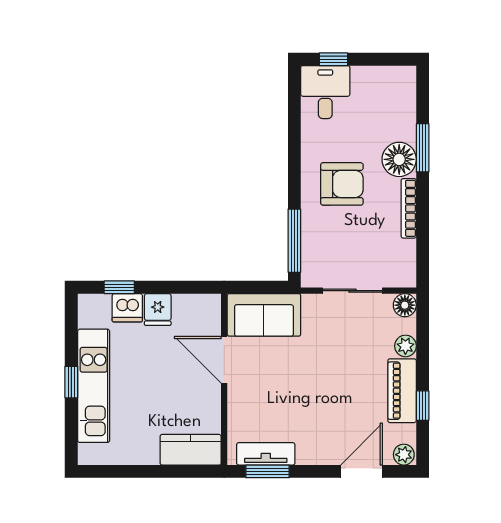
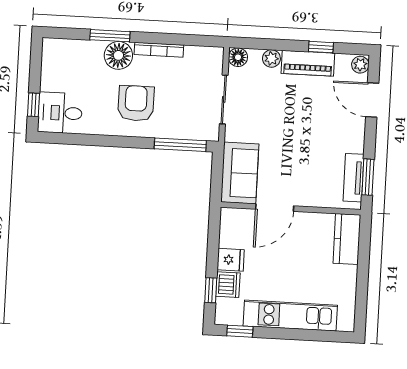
window: (71, 382) -> (240, 331), moved

